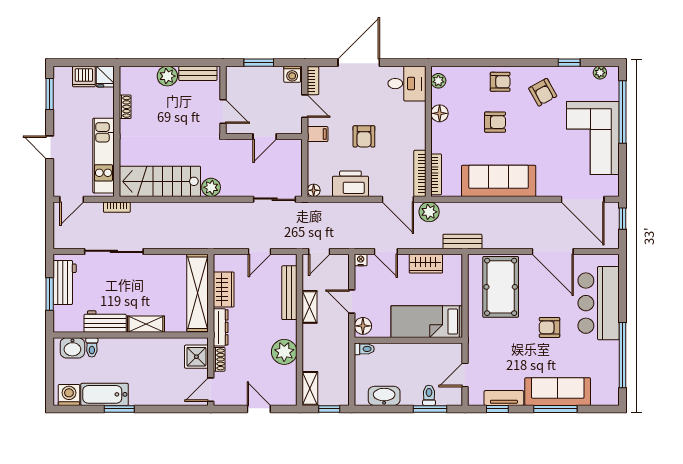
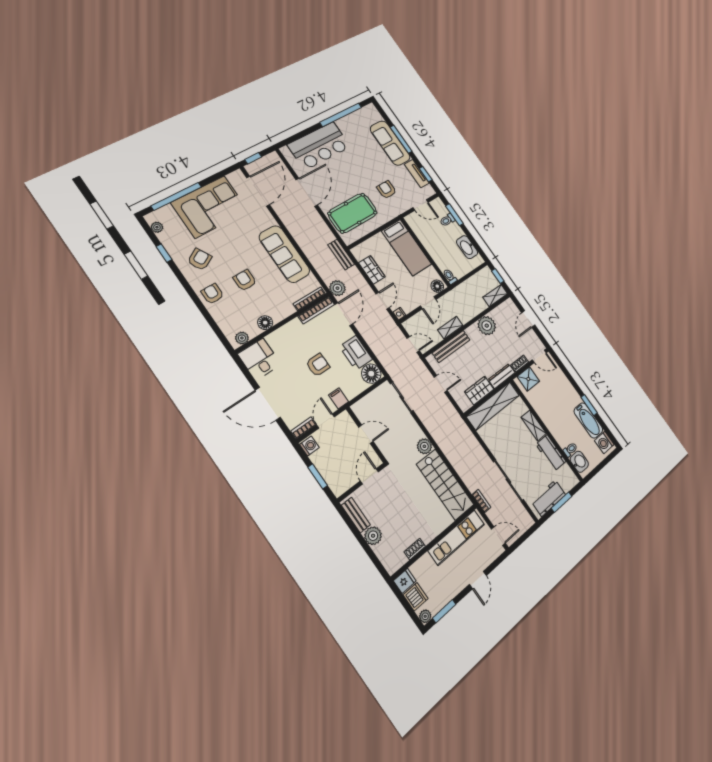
plant: (60, 73) -> (425, 616), added
floor lamp: (314, 190) -> (371, 374), width x1.89, depth x1.89
armchair: (549, 327) -> (387, 190), moved, turned 180

